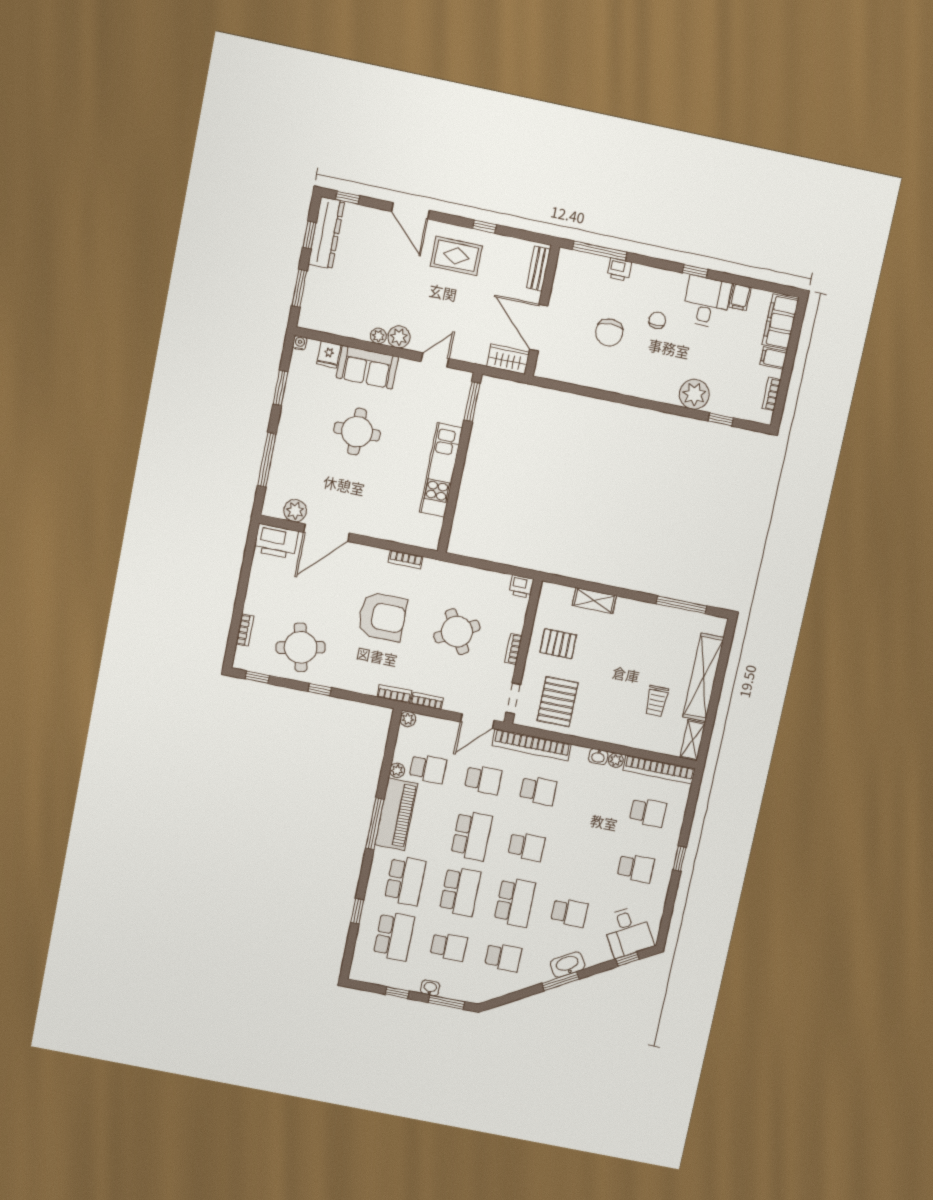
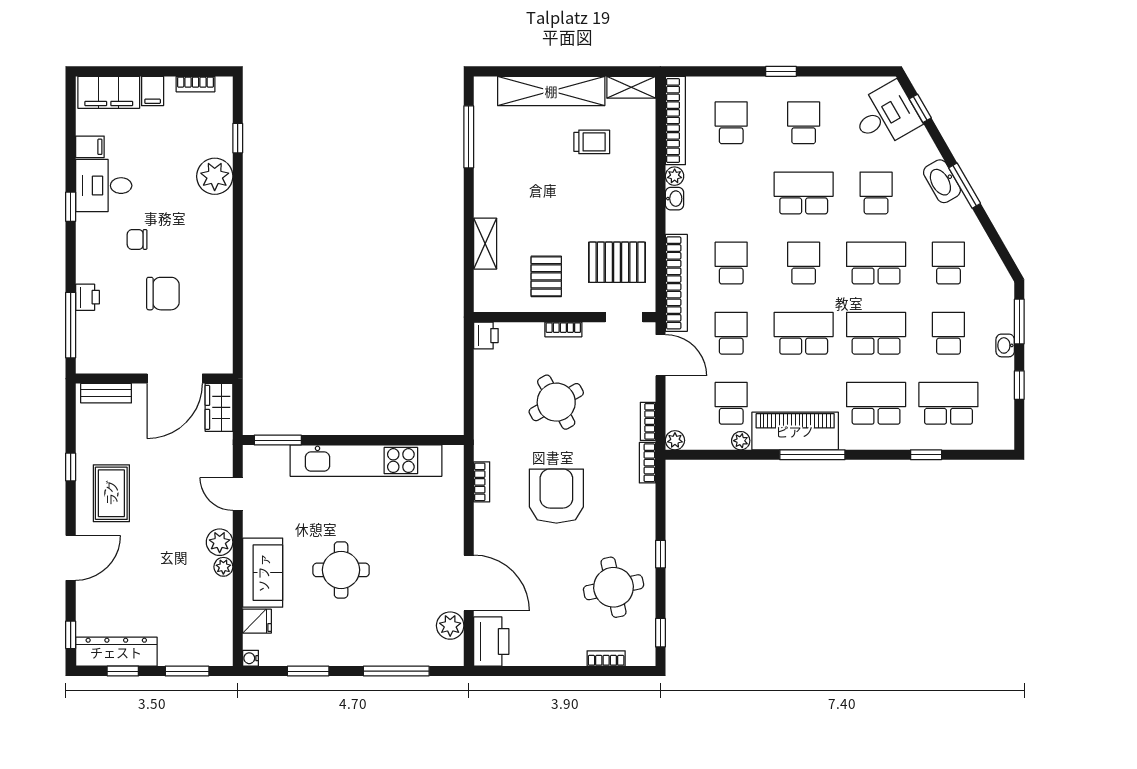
kitchen unit: (441, 470) -> (366, 461), width x1.36
school desk: (581, 857) -> (804, 193), added

